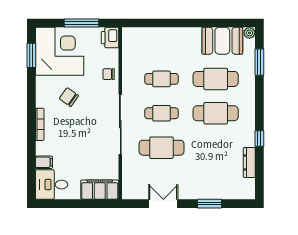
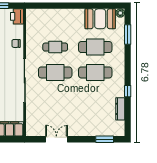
cafe table: (162, 113) -> (55, 72), width x1.37, depth x1.35
cafe table: (162, 148) -> (55, 98), removed
window: (209, 204) -> (105, 139), moved

